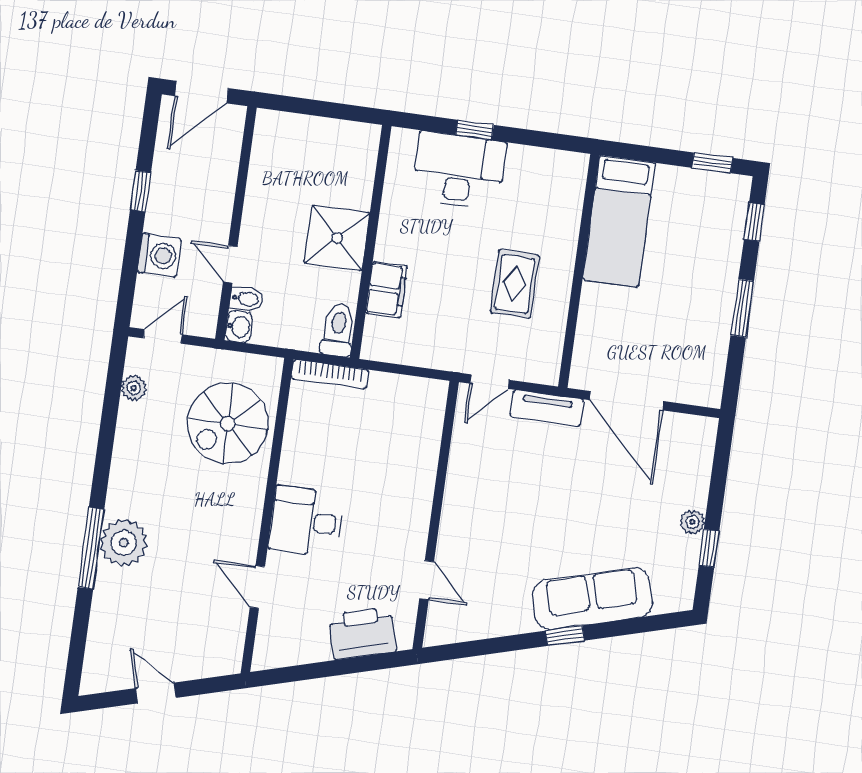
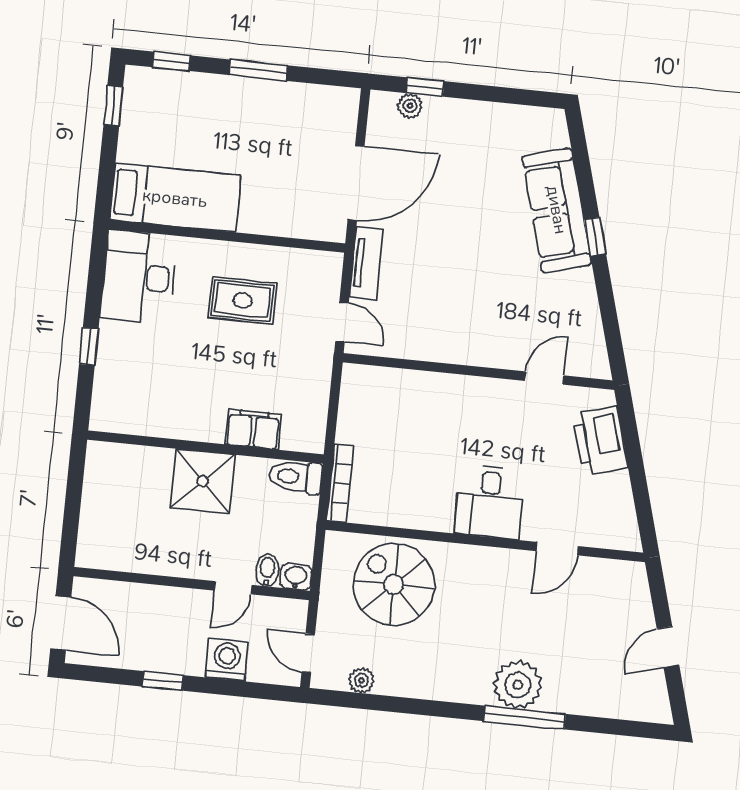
desk: (459, 171) -> (139, 277), moved
spiral stairs: (228, 424) -> (394, 584), turned 180
plant: (692, 522) -> (410, 106), moved
window: (709, 548) -> (425, 87), moved

